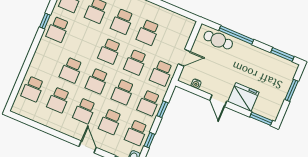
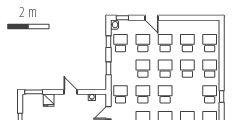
fridge: (243, 97) -> (49, 100), width x0.53, depth x0.75
school desk: (149, 103) -> (210, 69), moved

